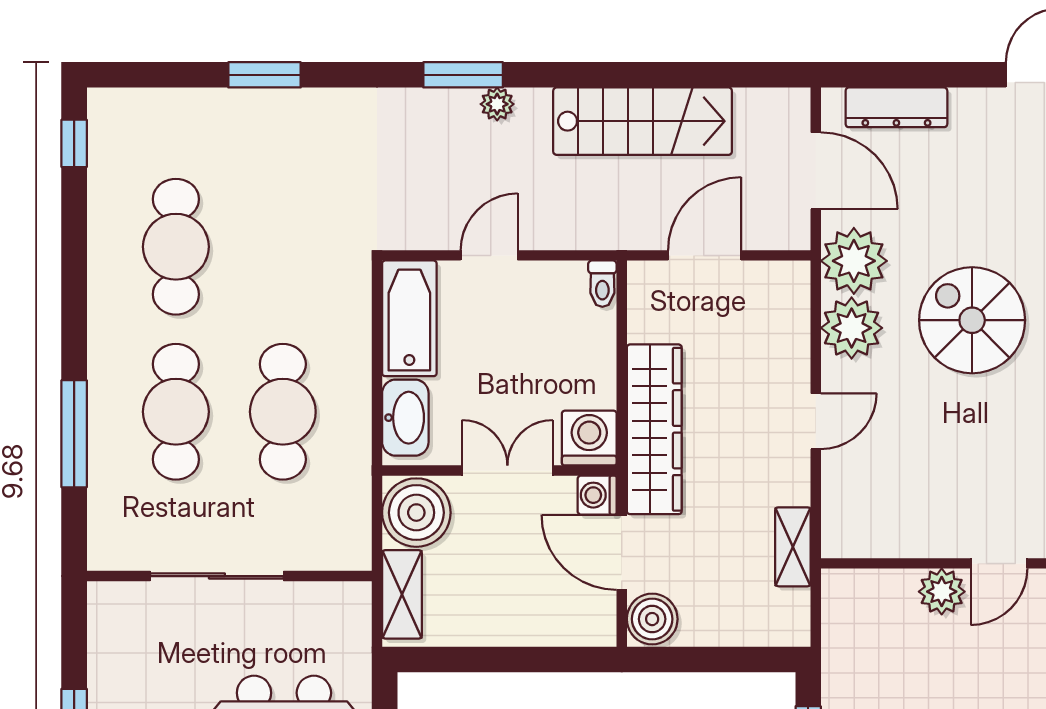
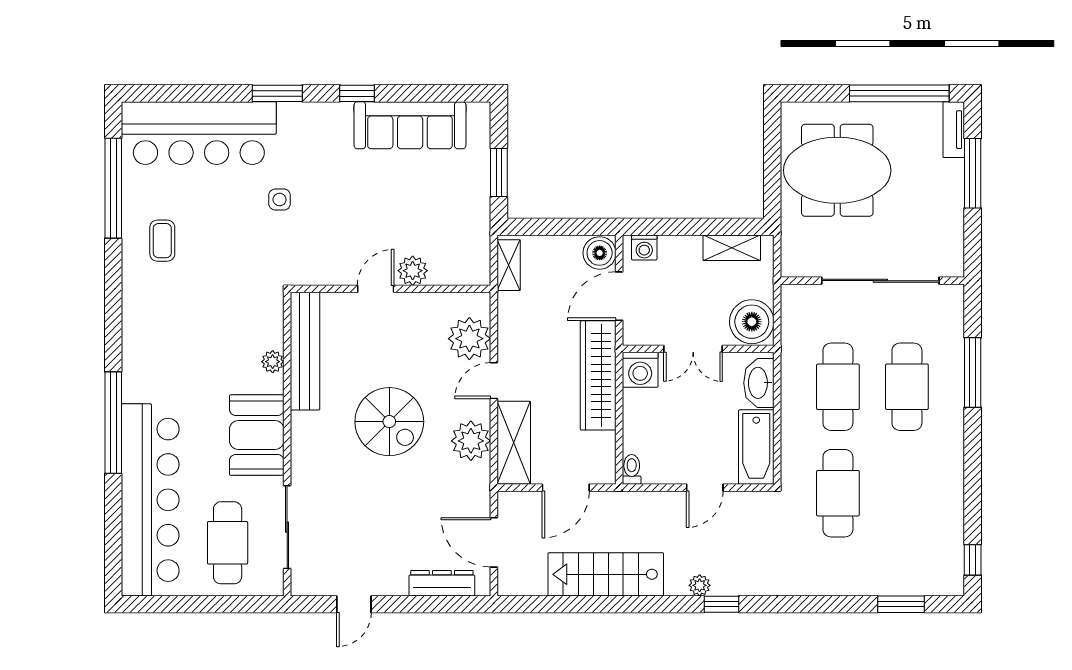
window: (264, 75) -> (901, 604), moved
window: (463, 75) -> (722, 604), width x0.67
cafe table: (176, 247) -> (838, 493), moved
plant: (854, 261) -> (469, 339), moved
spiral stairs: (972, 320) -> (389, 422), moved
shelving: (785, 325) -> (514, 443), added
washing machine: (597, 495) -> (644, 248), moved, turned 90
shelving: (793, 547) -> (509, 265), moved
door: (622, 552) -> (619, 296), swing flipped
sliding door: (217, 576) -> (880, 281), width x1.36
shelving: (402, 594) -> (732, 248), moved, turned 90

